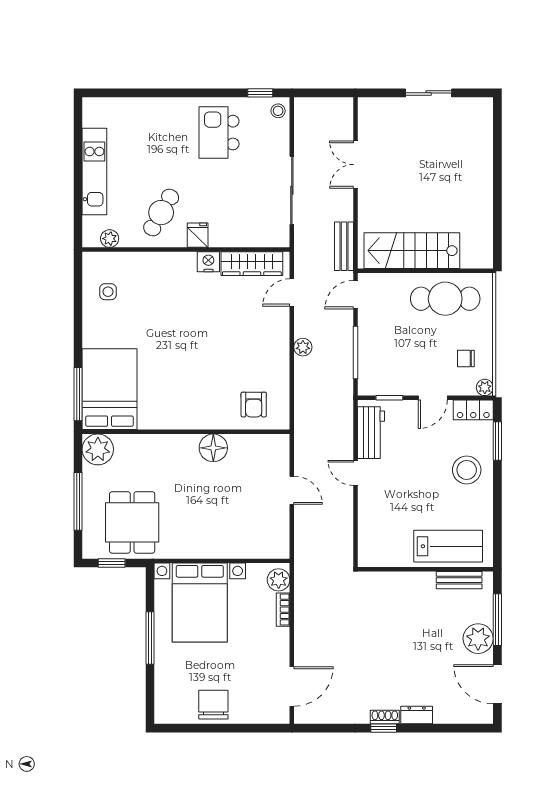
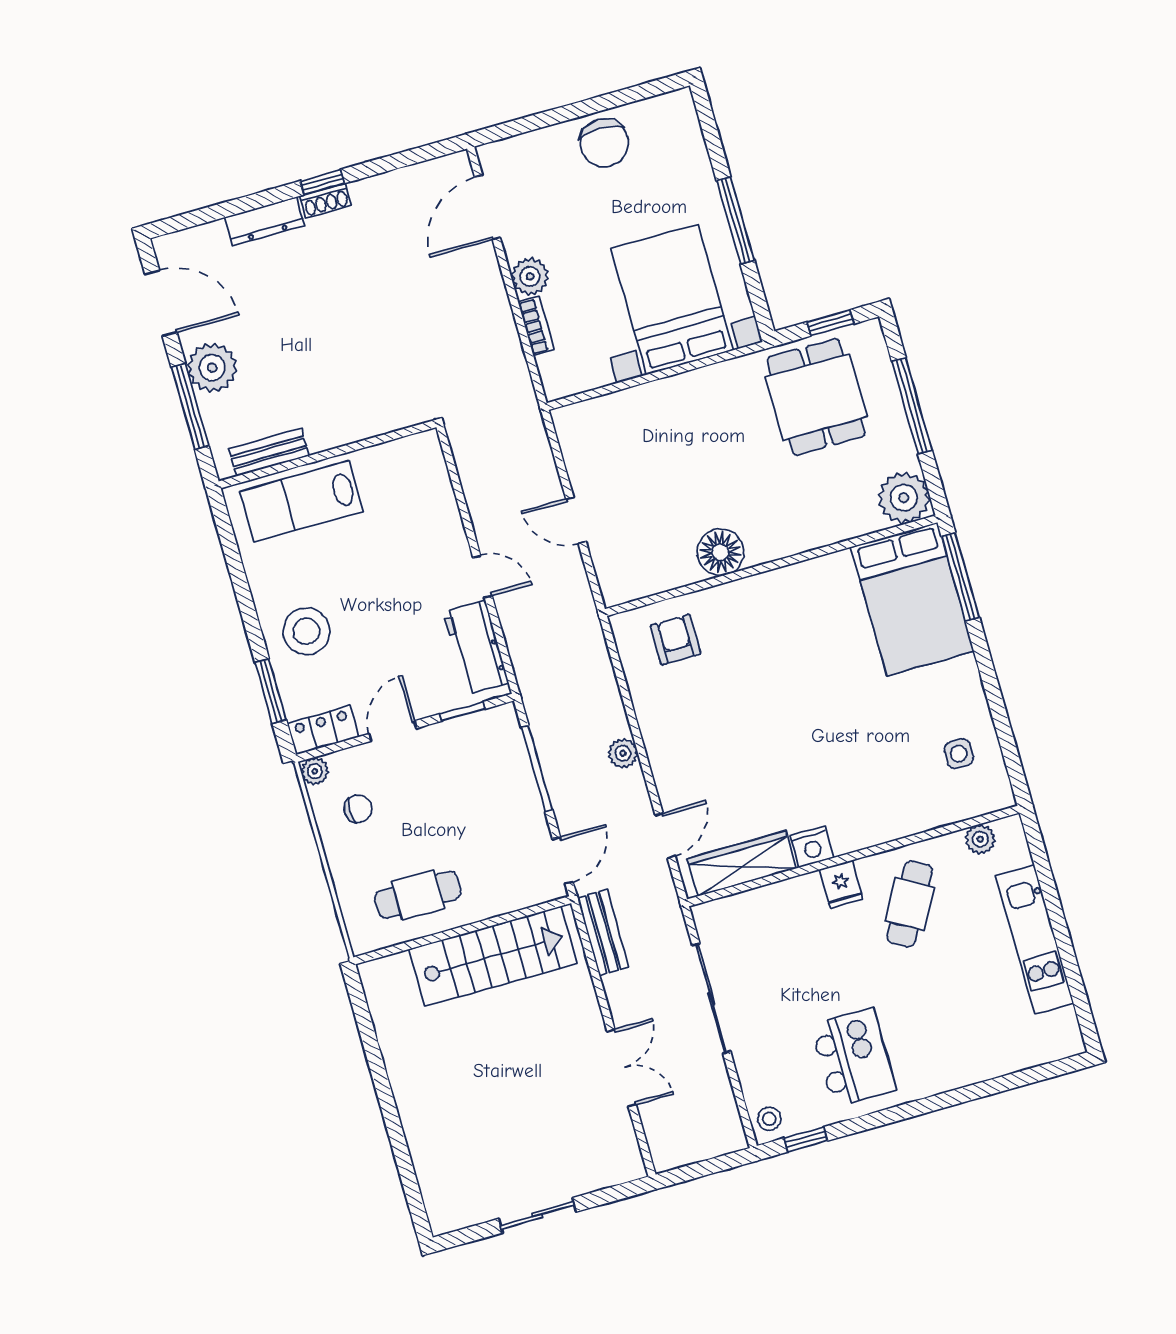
cafe table: (445, 299) -> (418, 895), width x0.73, depth x0.74
plant: (279, 580) -> (530, 277), moved
dresser: (417, 715) -> (265, 221), width x1.44

